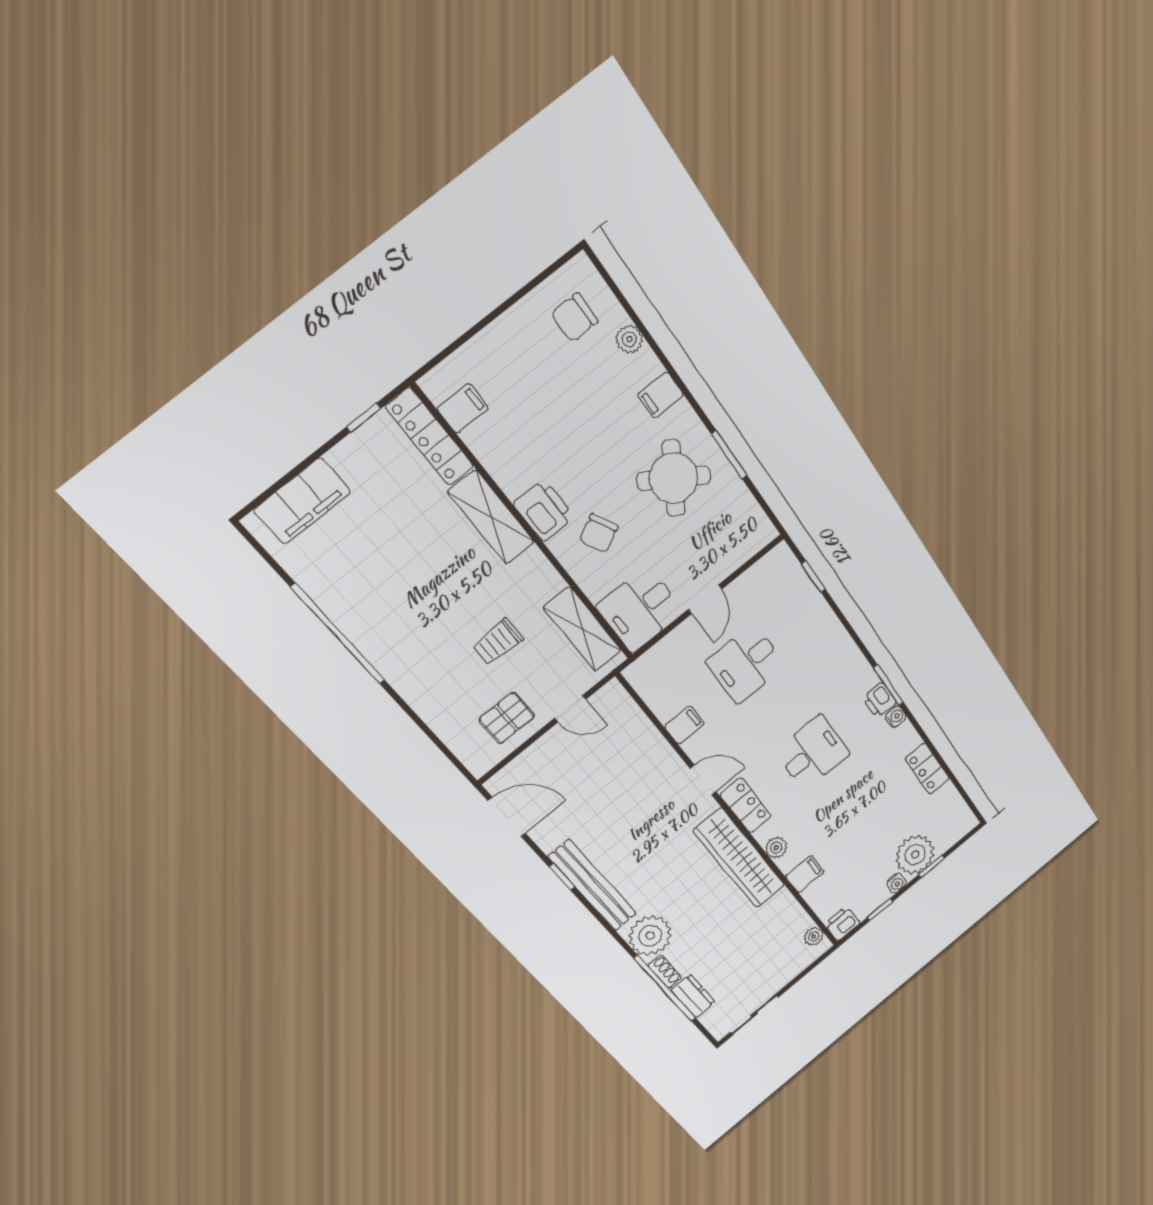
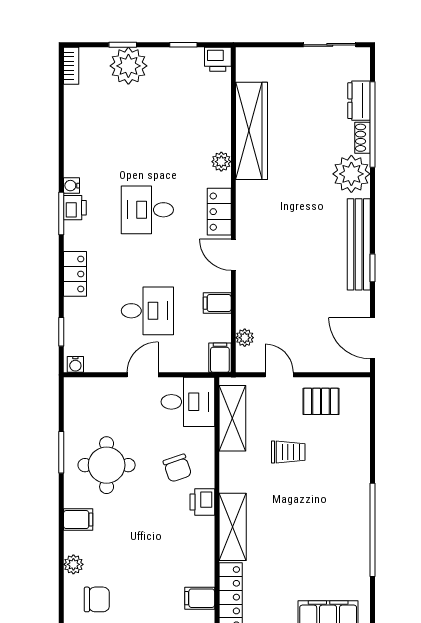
round table: (674, 478) -> (107, 465), turned -32
printer: (544, 511) -> (202, 502), width x0.73, depth x0.81
chair: (599, 533) -> (177, 468), turned 98
locker: (927, 769) -> (75, 274), moved
bookcase: (964, 814) -> (71, 66), added
wardrobe: (739, 858) -> (251, 131), moved
filing cabinet: (805, 874) -> (220, 358), moved, turned 90
water cooler: (897, 883) -> (75, 364), moved, turned 180
plant: (814, 936) -> (245, 338), moved

